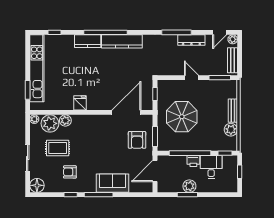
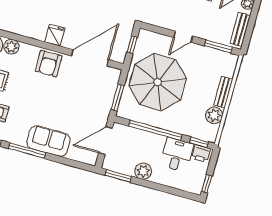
door: (191, 78) -> (183, 37), swing flipped
fridge: (80, 103) -> (55, 35), moved
parasol: (182, 117) -> (158, 82), width x1.36, depth x1.36
armchair: (137, 140) -> (49, 64), moved
printer: (193, 161) -> (201, 154), moved
window: (240, 172) -> (207, 184), moved
window: (187, 195) -> (118, 176), moved

